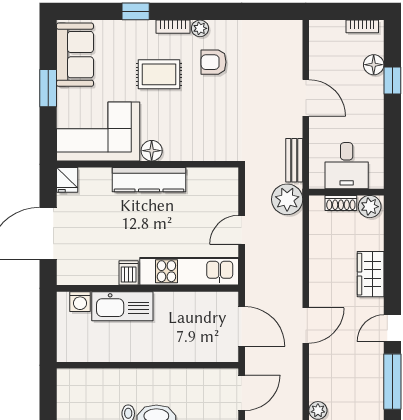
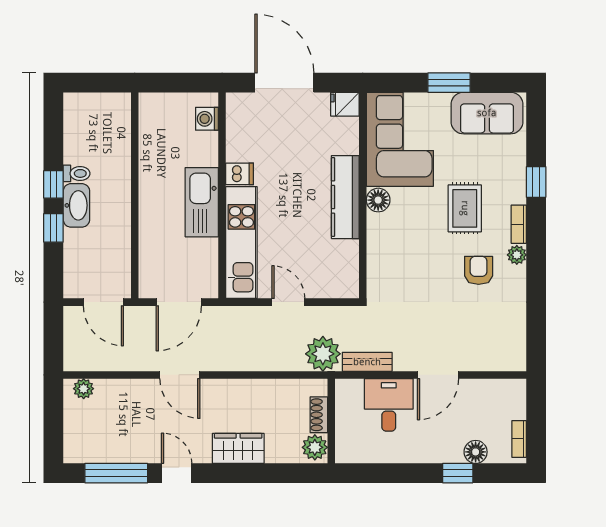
desk: (347, 166) -> (389, 405), moved, turned 90
kitchen sink: (122, 306) -> (202, 202), moved

